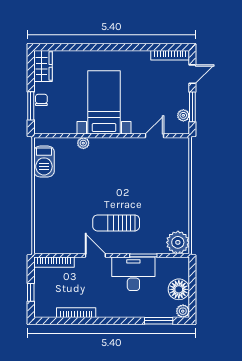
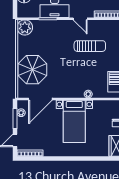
door: (154, 136) -> (40, 99), width x1.87
parasol: (167, 180) -> (32, 70), added
sun lounger: (116, 223) -> (90, 46), moved

